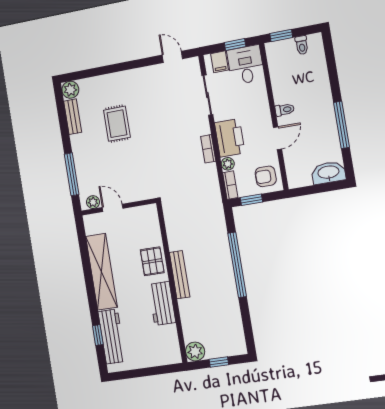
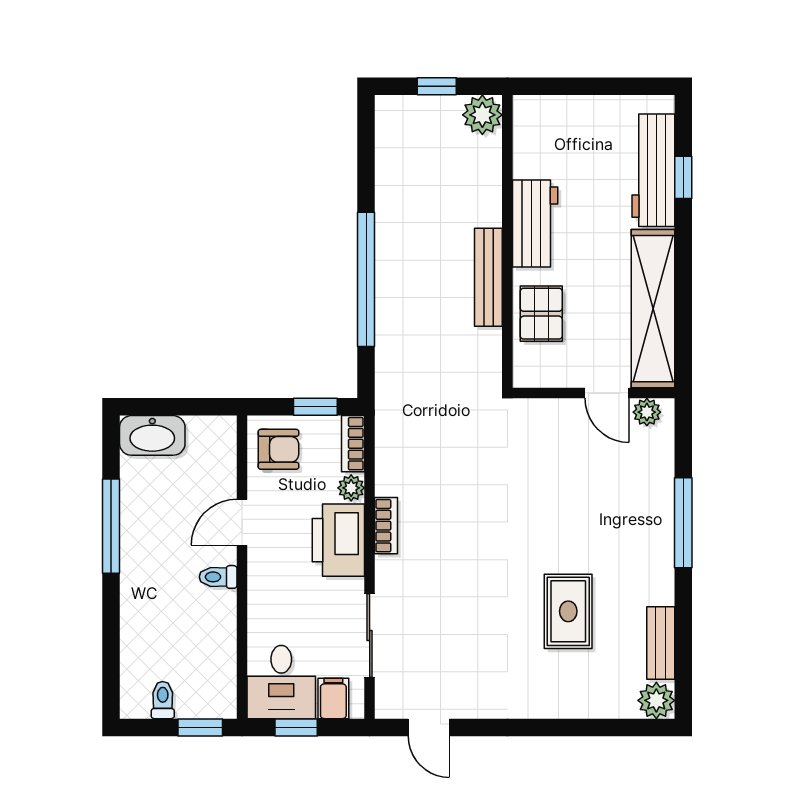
plant: (93, 202) -> (647, 412), moved
wall: (119, 207) -> (594, 393), moved
door: (113, 208) -> (607, 393), moved

